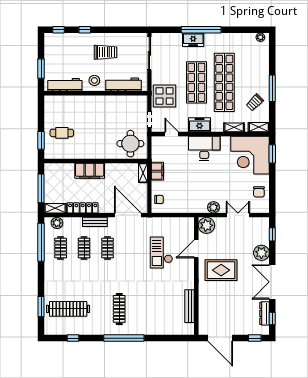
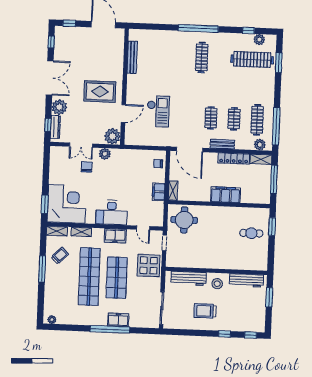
chair: (259, 192) -> (87, 167), moved
clothes rail: (61, 248) -> (257, 120), width x1.36
dresser: (265, 313) -> (55, 127), moved
plant: (62, 329) -> (259, 40), added

